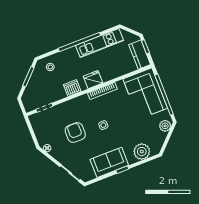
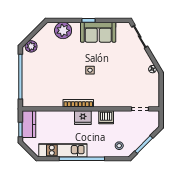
corner sofa: (145, 94) -> (38, 85), removed
armchair: (75, 132) -> (120, 74), removed

